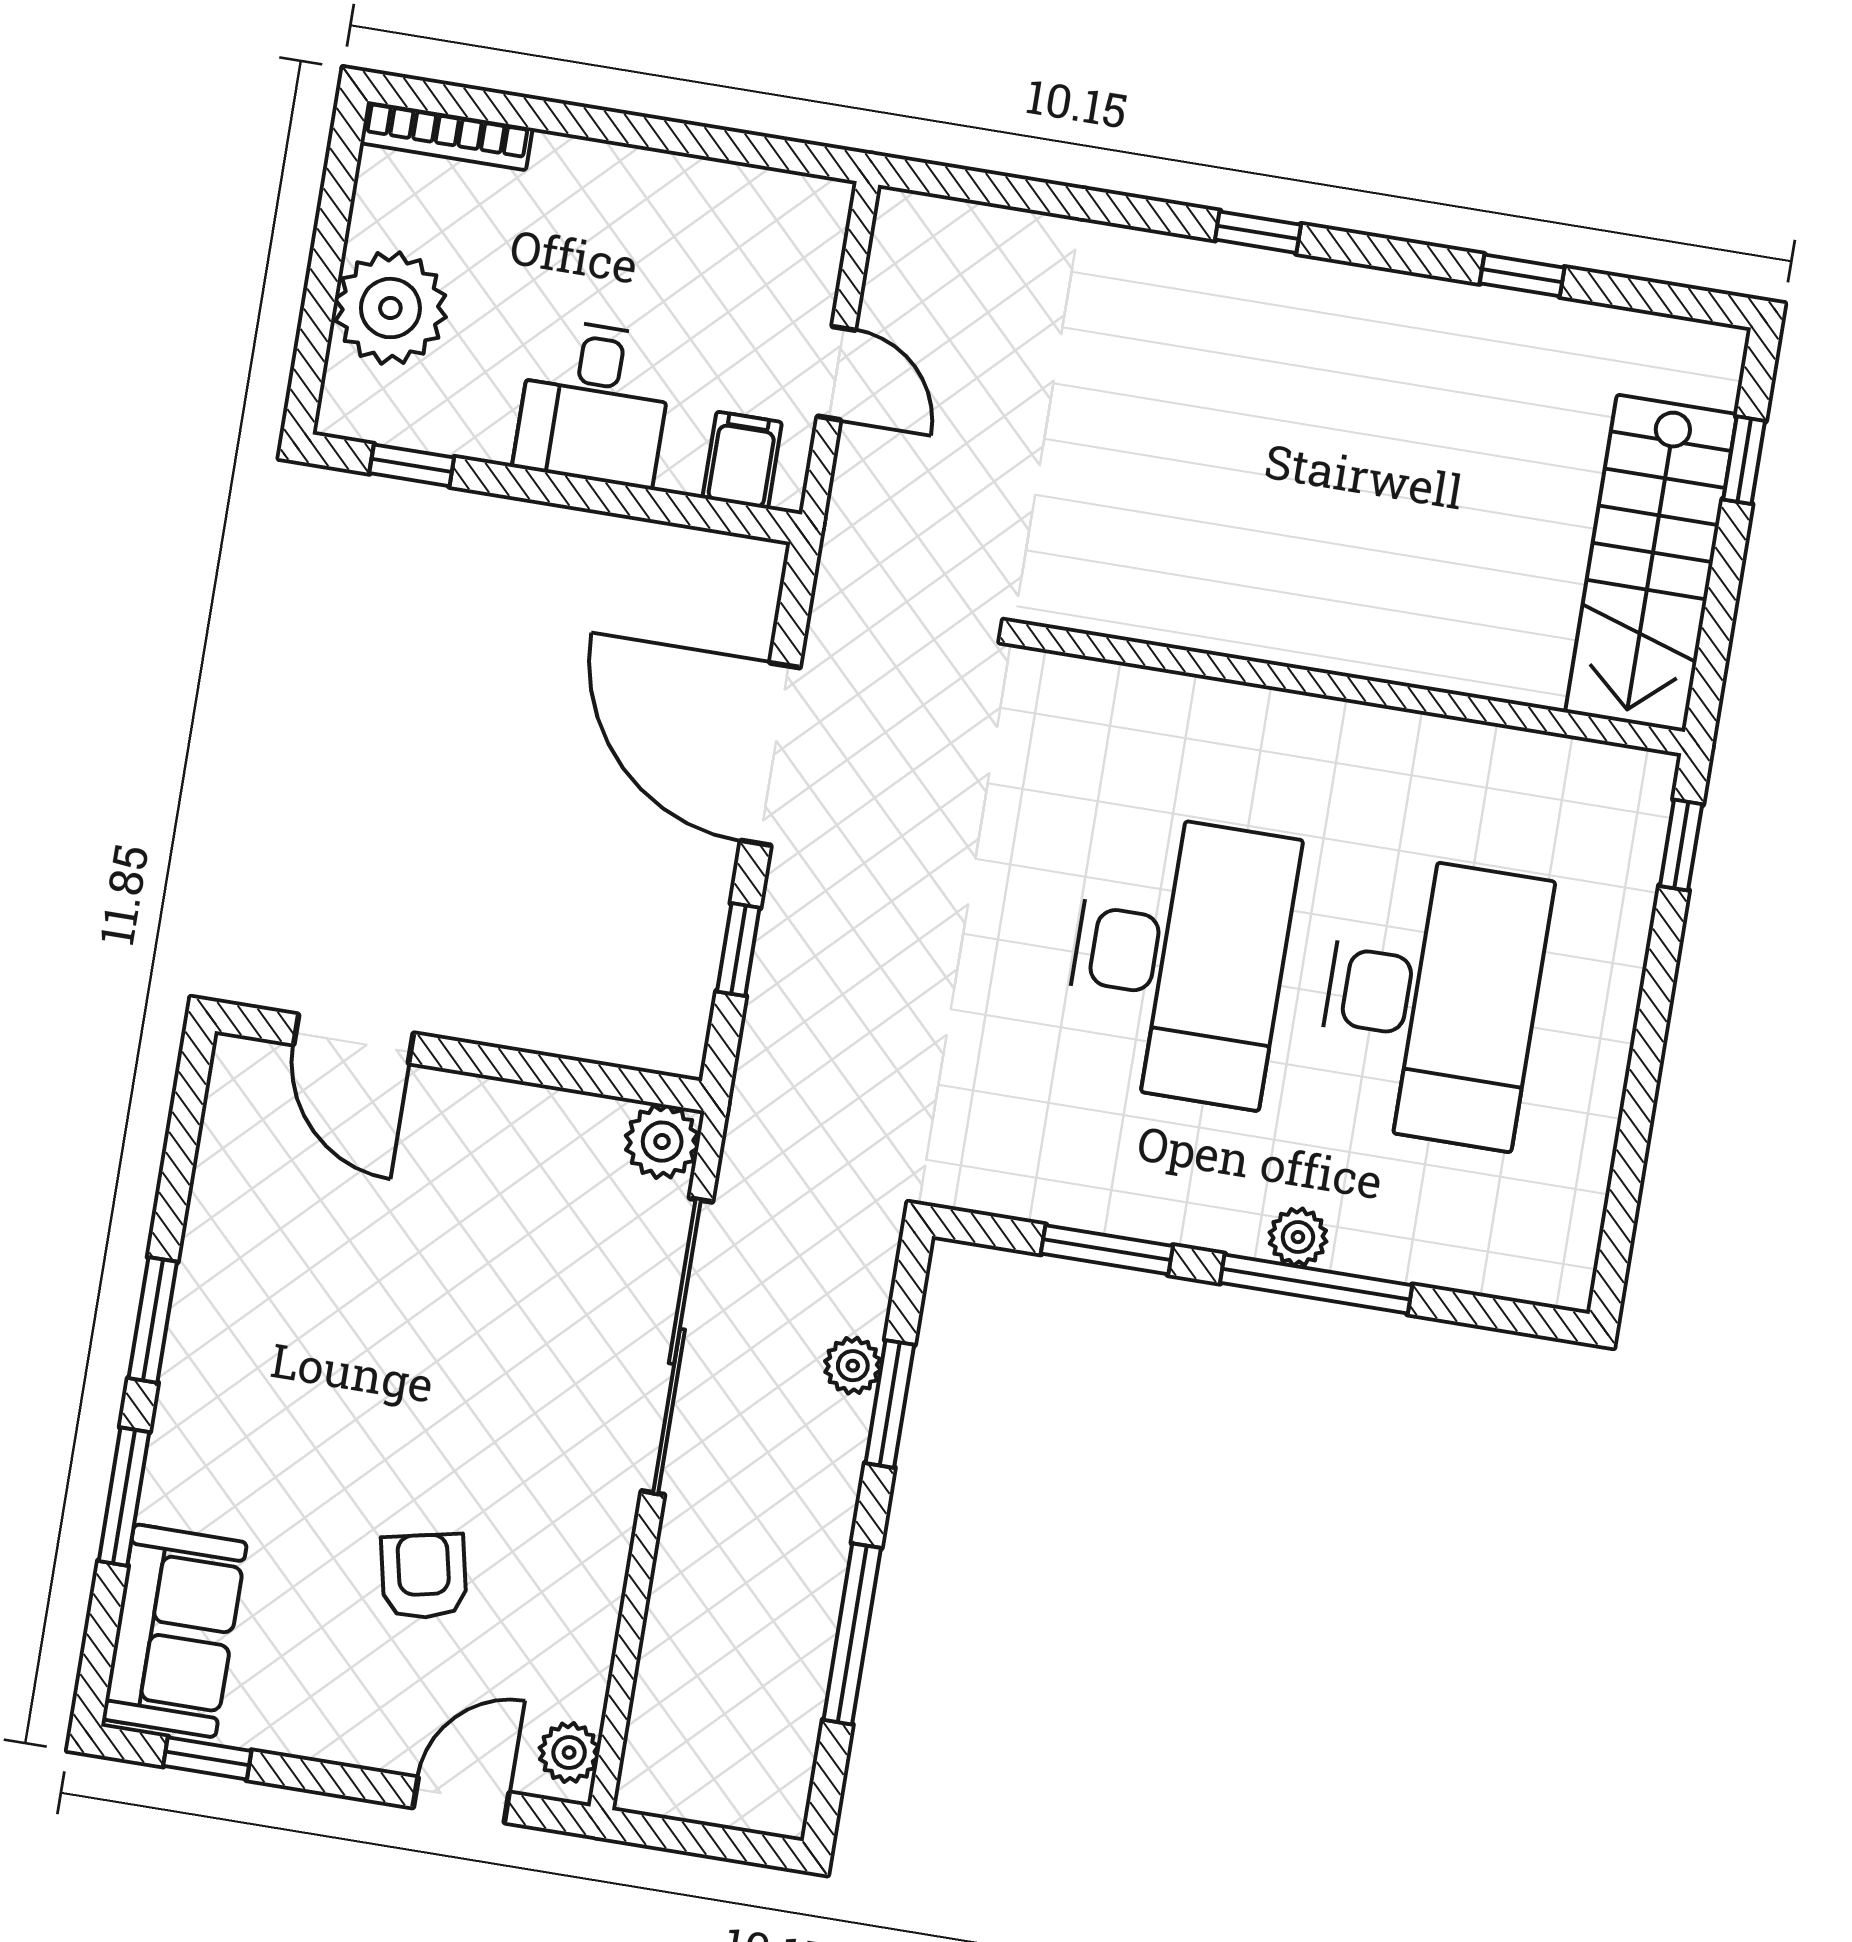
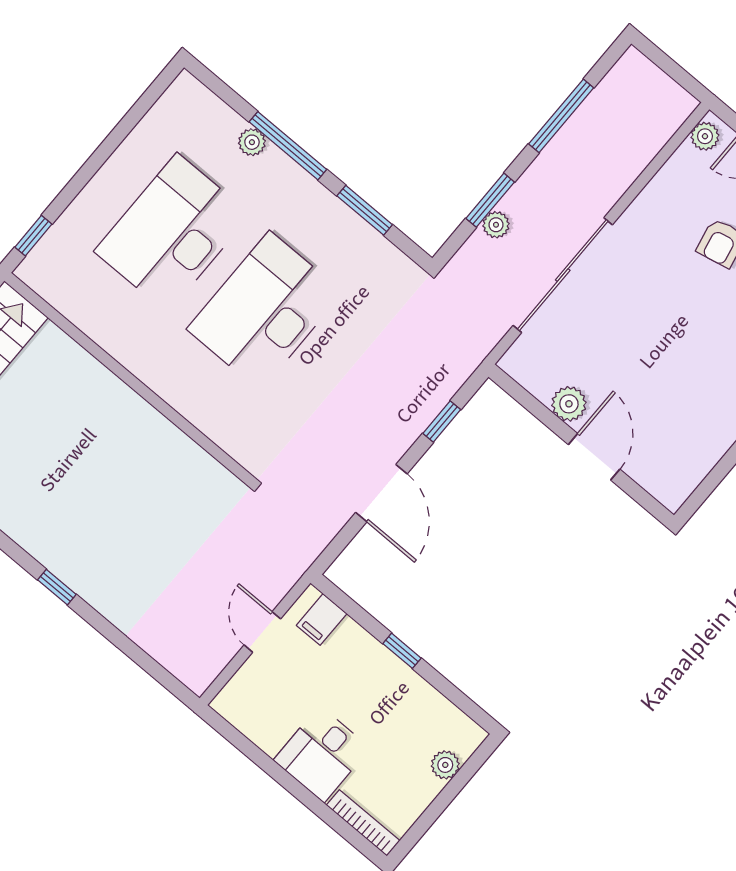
plant: (390, 308) -> (445, 765), width x0.53, depth x0.53
desk: (594, 403) -> (322, 754), moved, turned 180
window: (412, 465) -> (402, 651), moved
door: (770, 754) -> (381, 493), width x0.73
door: (354, 1039) -> (594, 457), moved
plant: (662, 1142) -> (569, 404), moved
plant: (1298, 1237) -> (252, 142), moved

